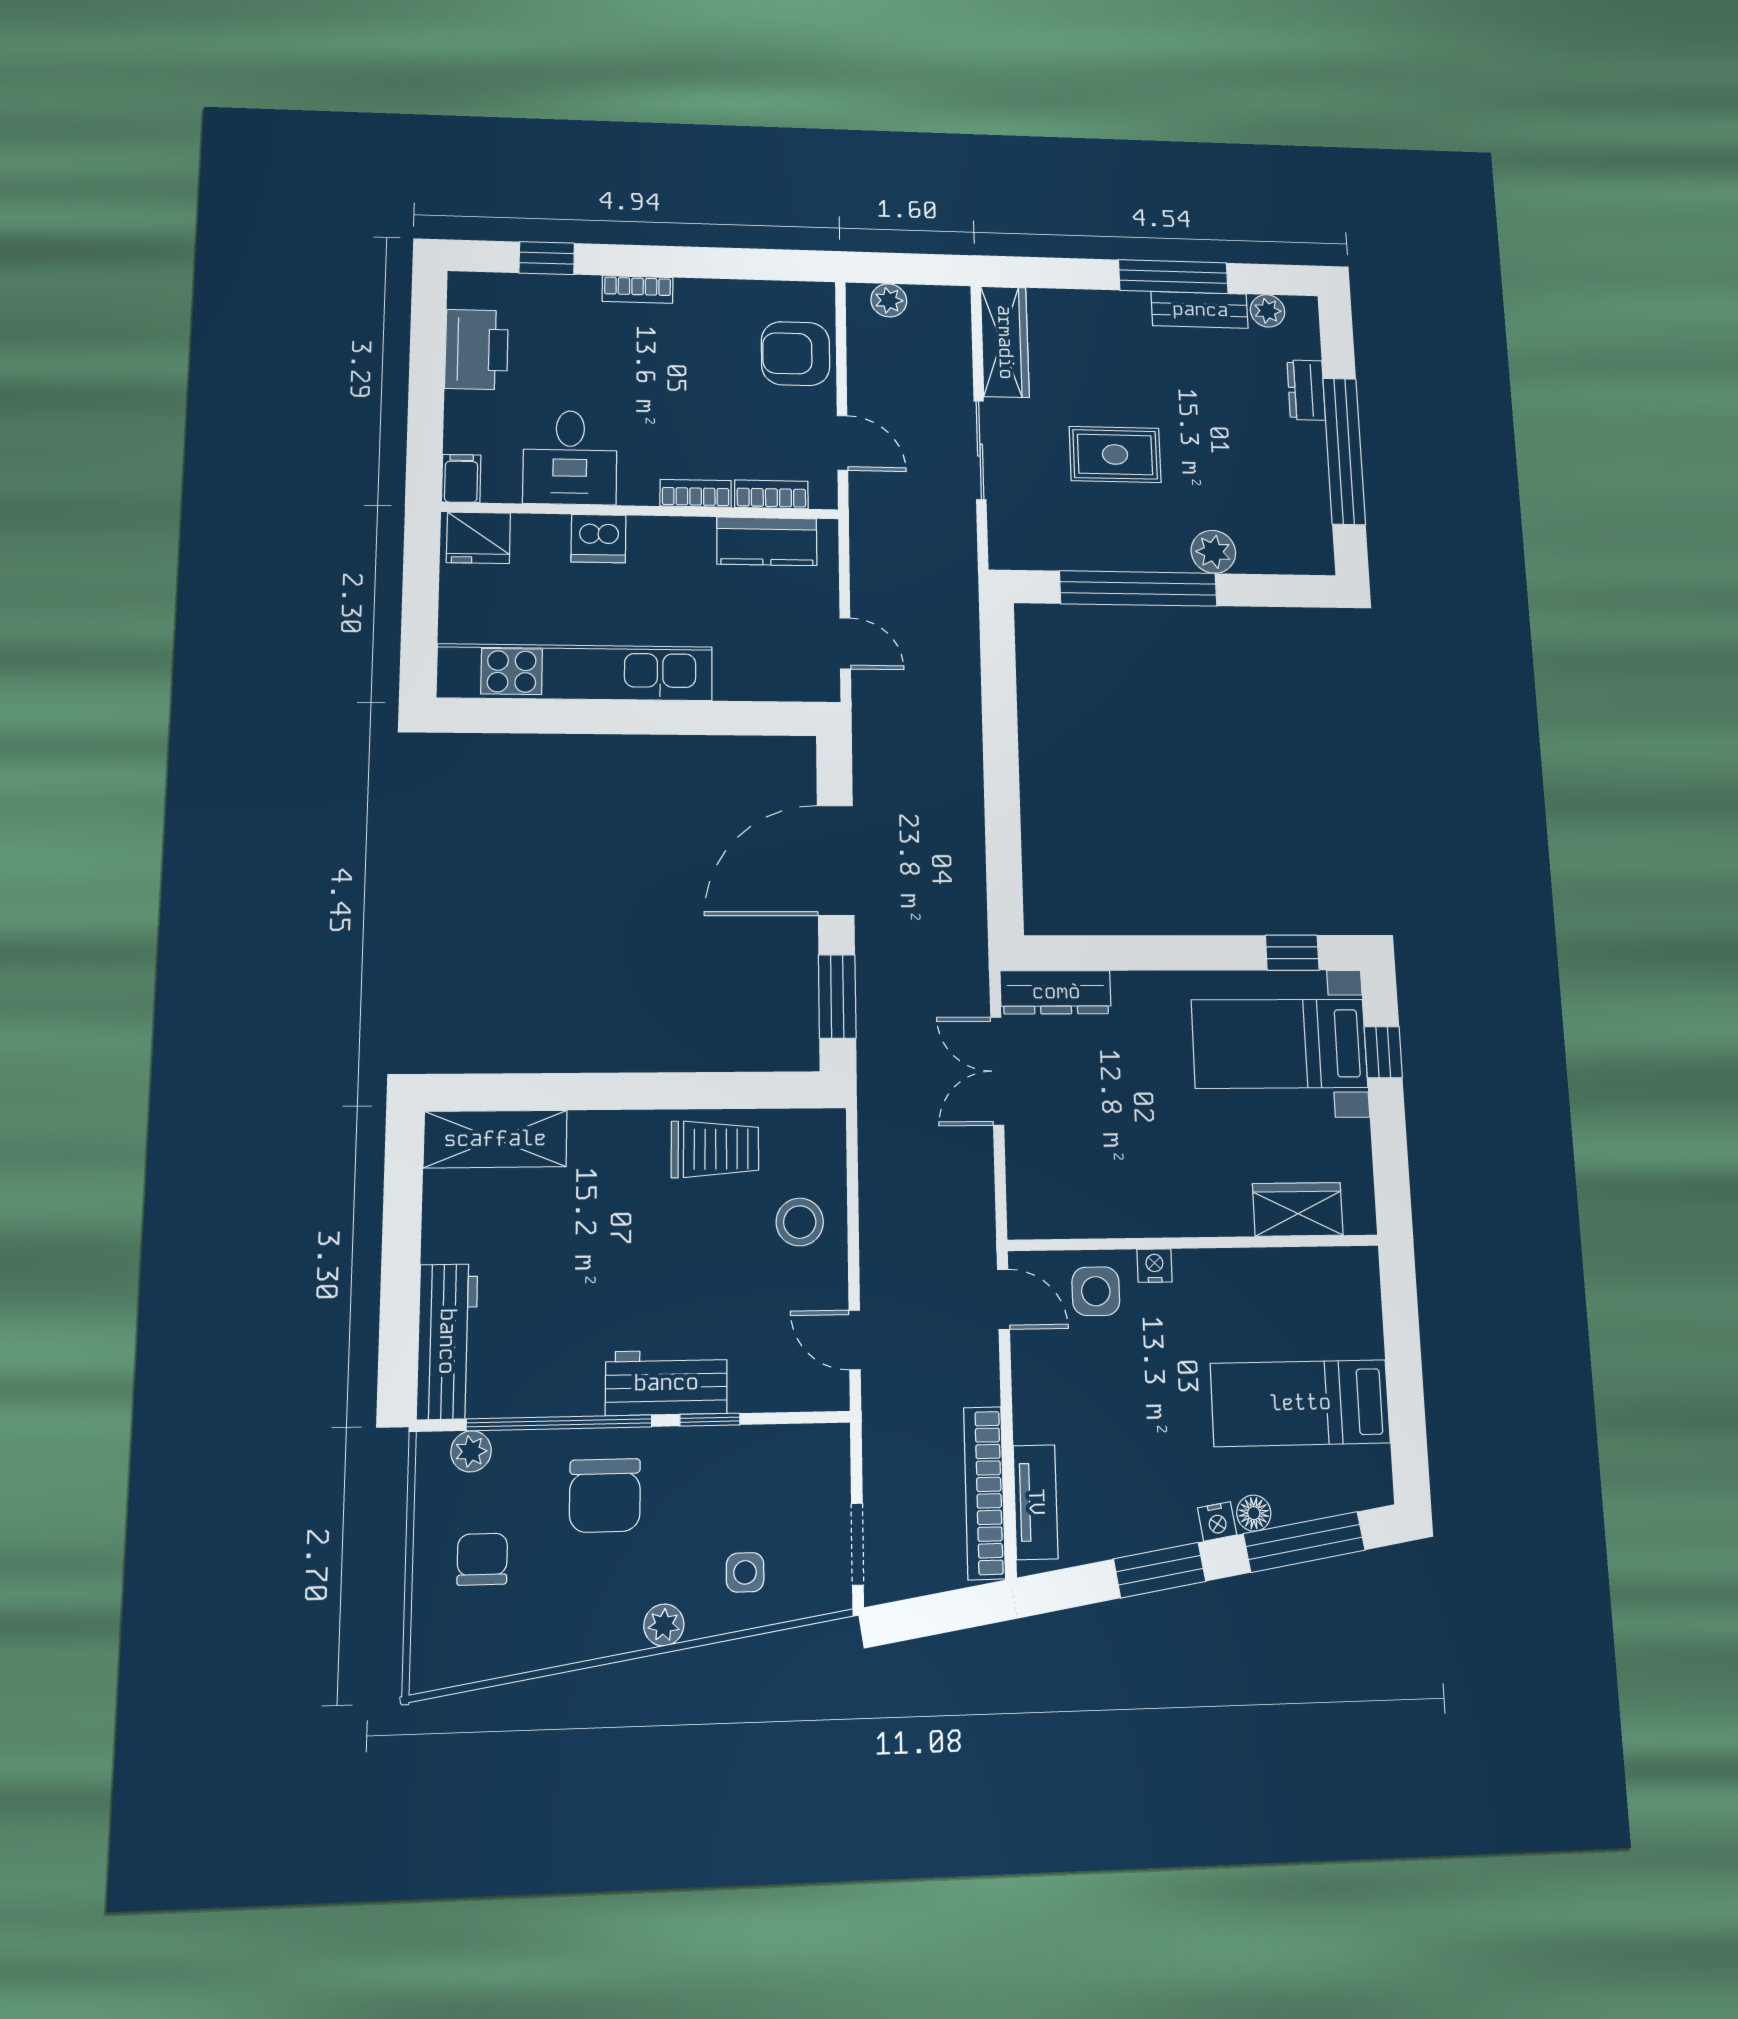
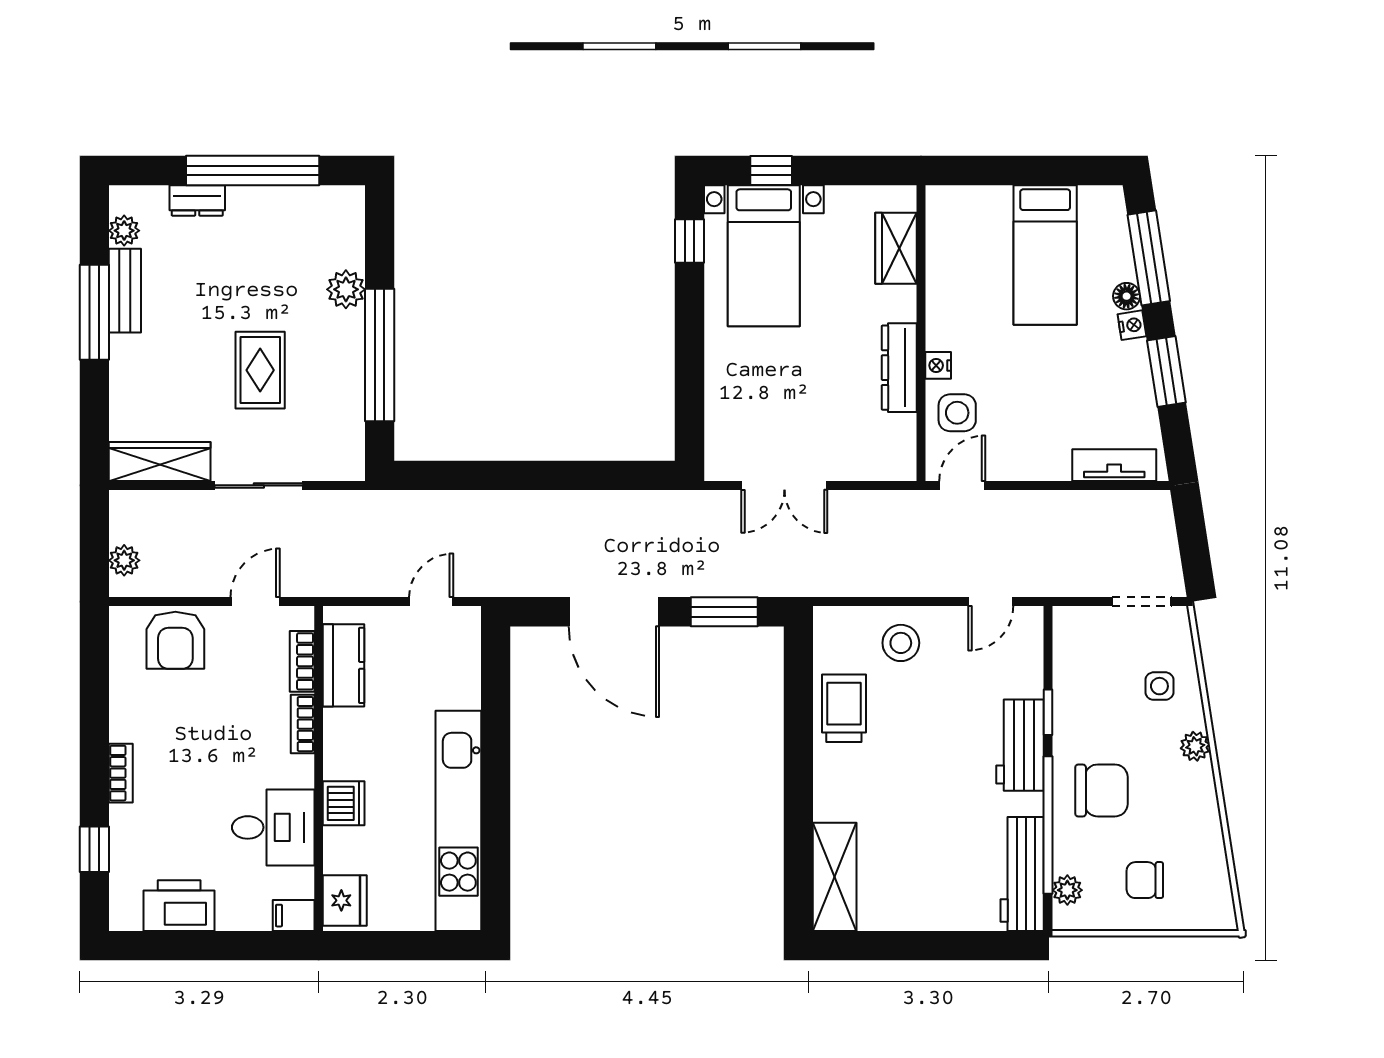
dresser: (1056, 992) -> (899, 368), moved, turned 180
workbench: (447, 1341) -> (1022, 874), moved, turned -90
bookcase: (984, 1493) -> (1106, 504), removed

